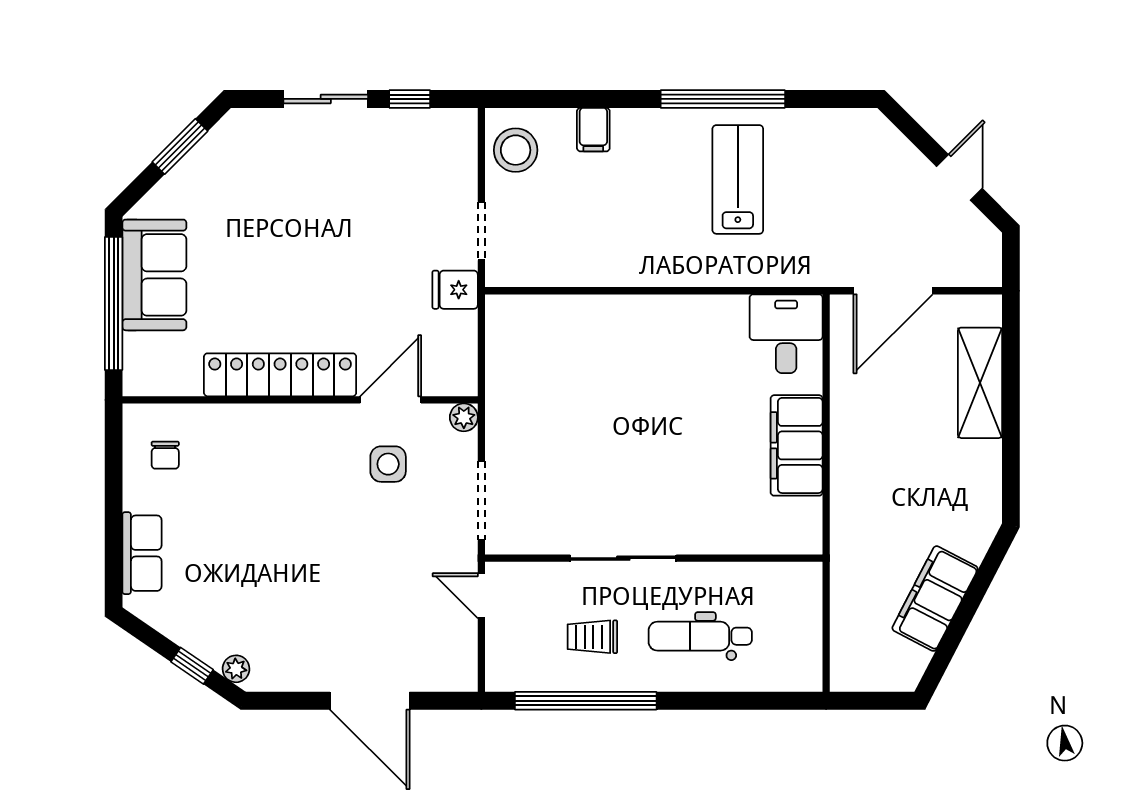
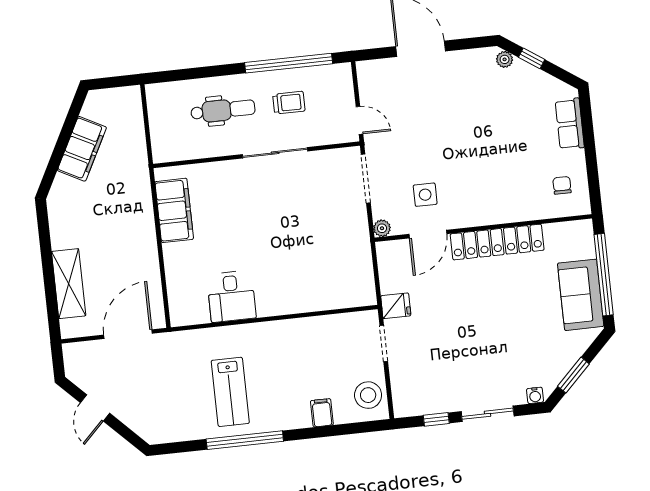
water cooler: (246, 120) -> (535, 395), added
desk: (786, 334) -> (231, 296), moved
filing cabinet: (797, 445) -> (174, 210), moved

